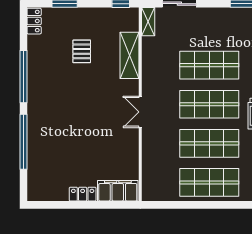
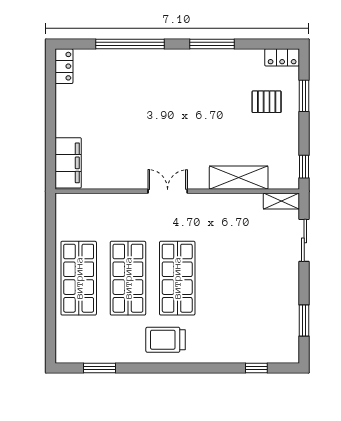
pallet: (82, 51) -> (267, 102), moved
shop shelf: (209, 65) -> (227, 278), removed
window: (23, 77) -> (212, 44), width x0.68
locker: (83, 194) -> (64, 66), moved

